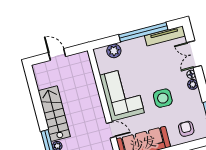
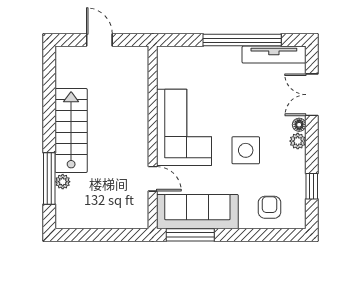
plant: (114, 51) -> (189, 57), removed

